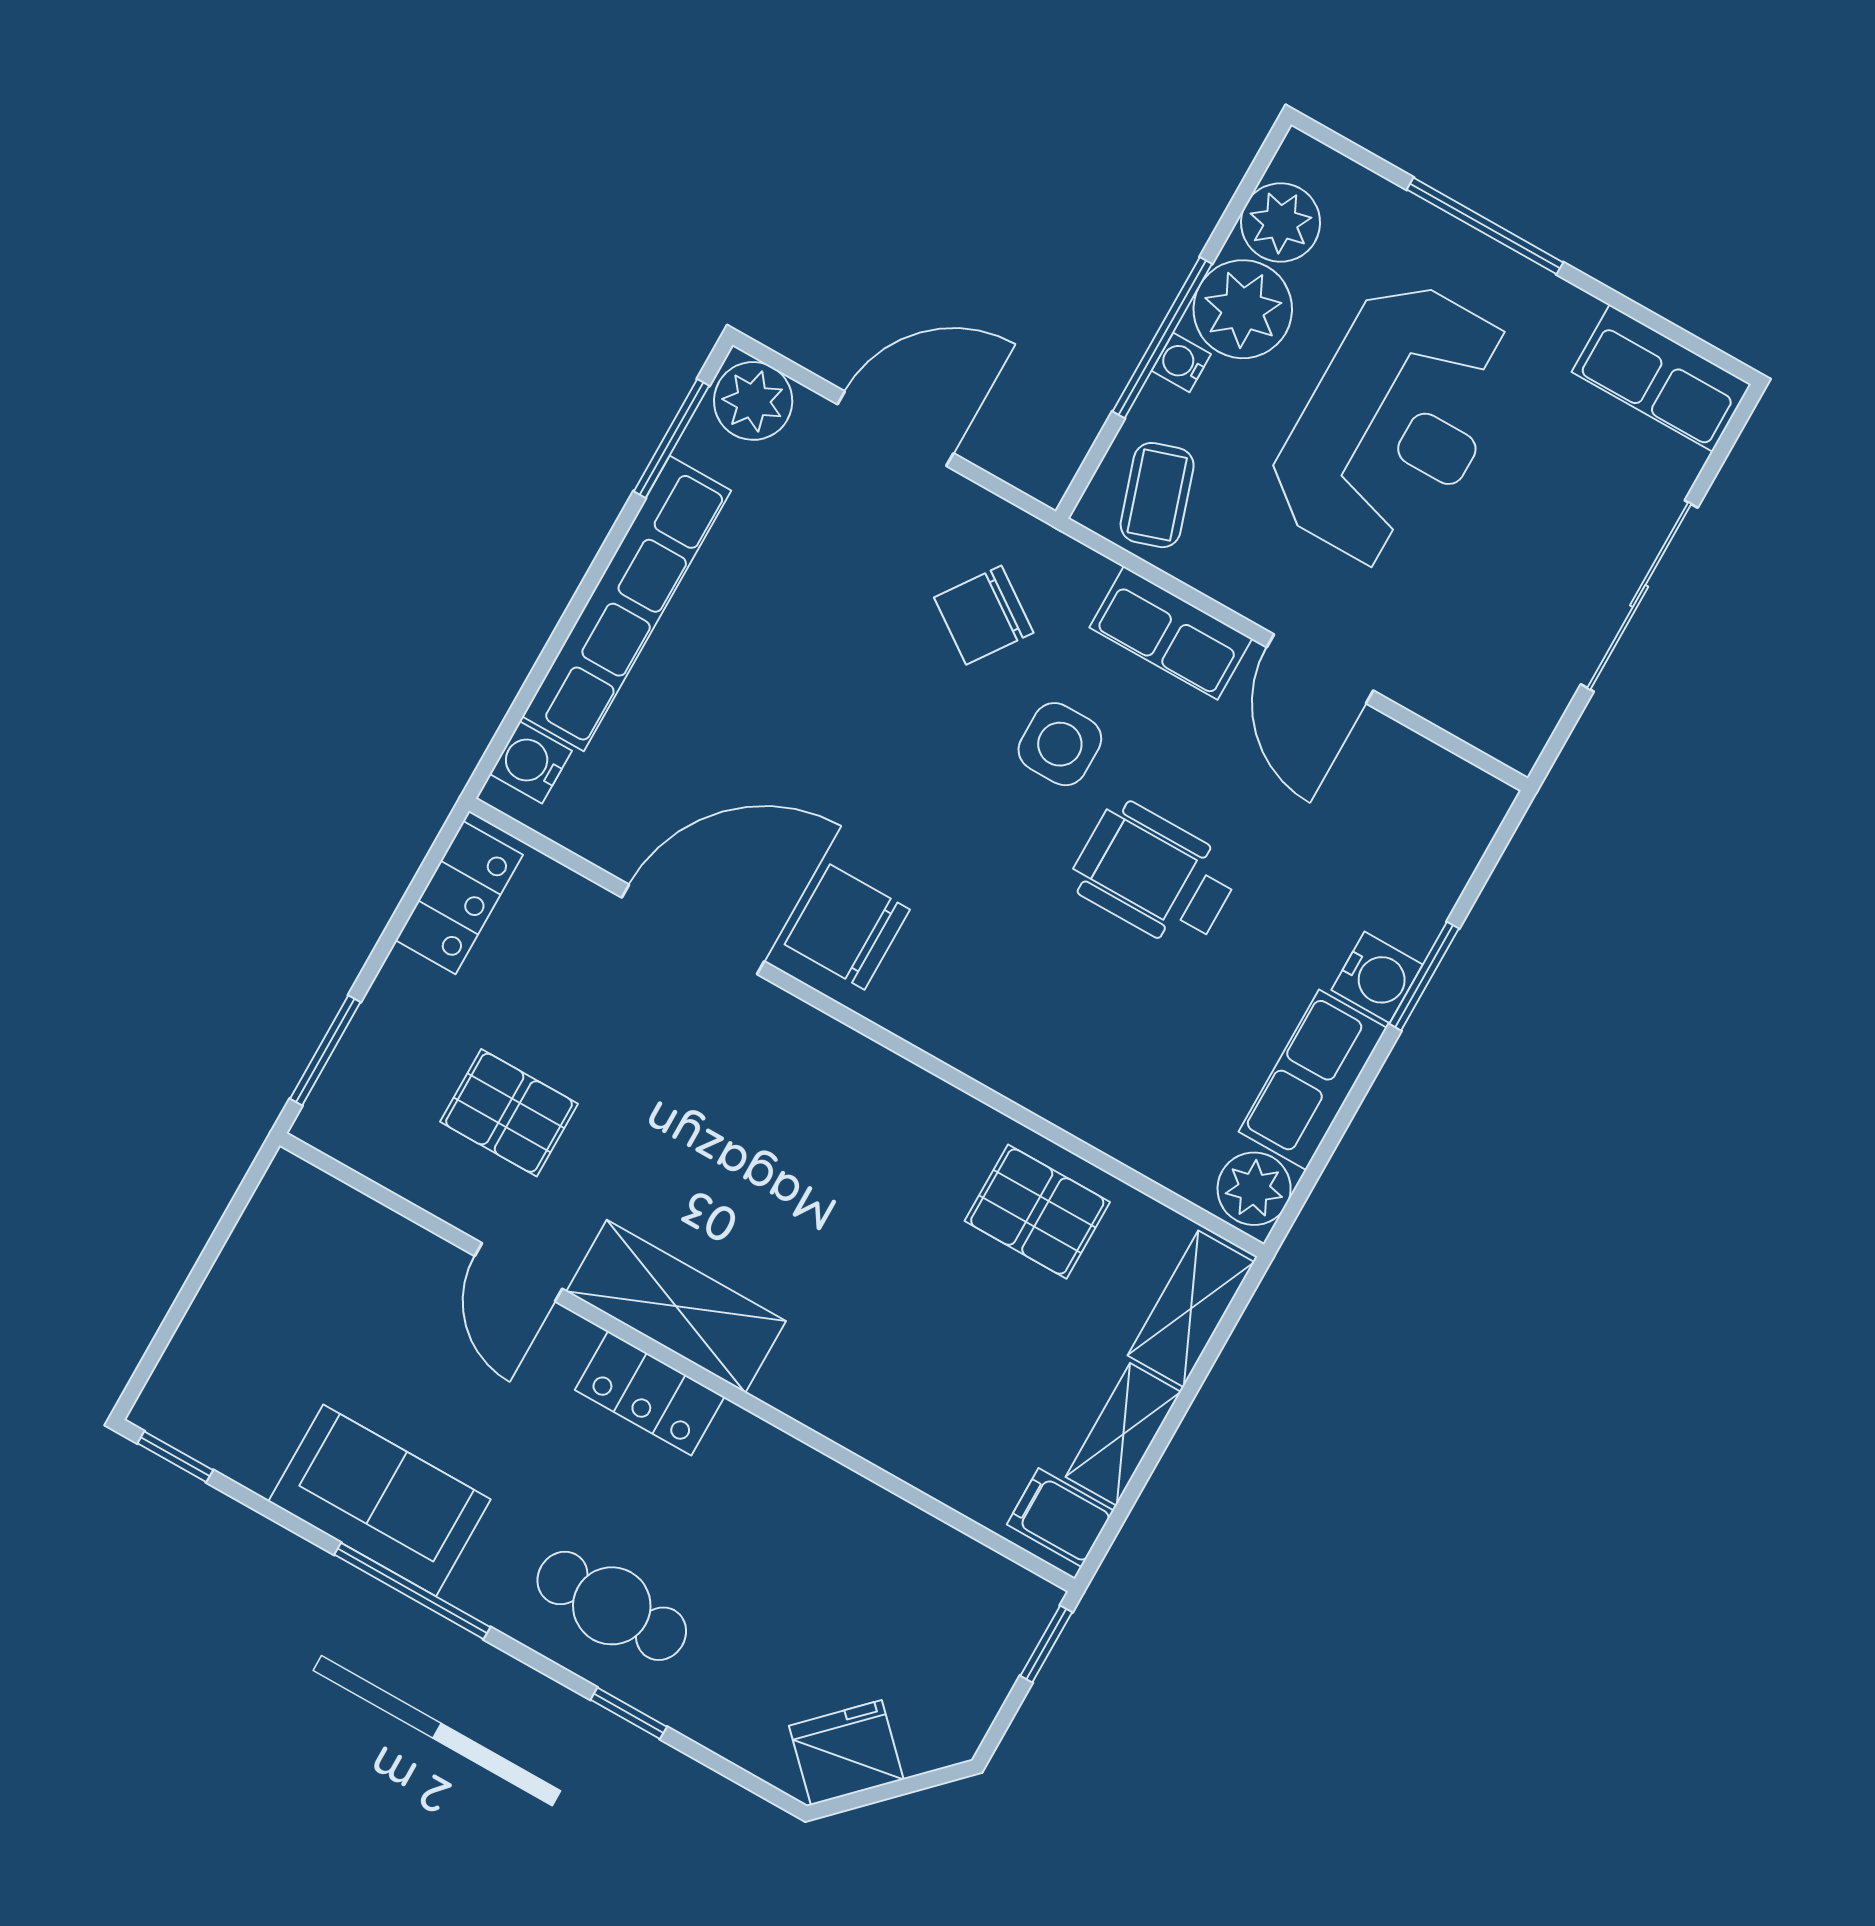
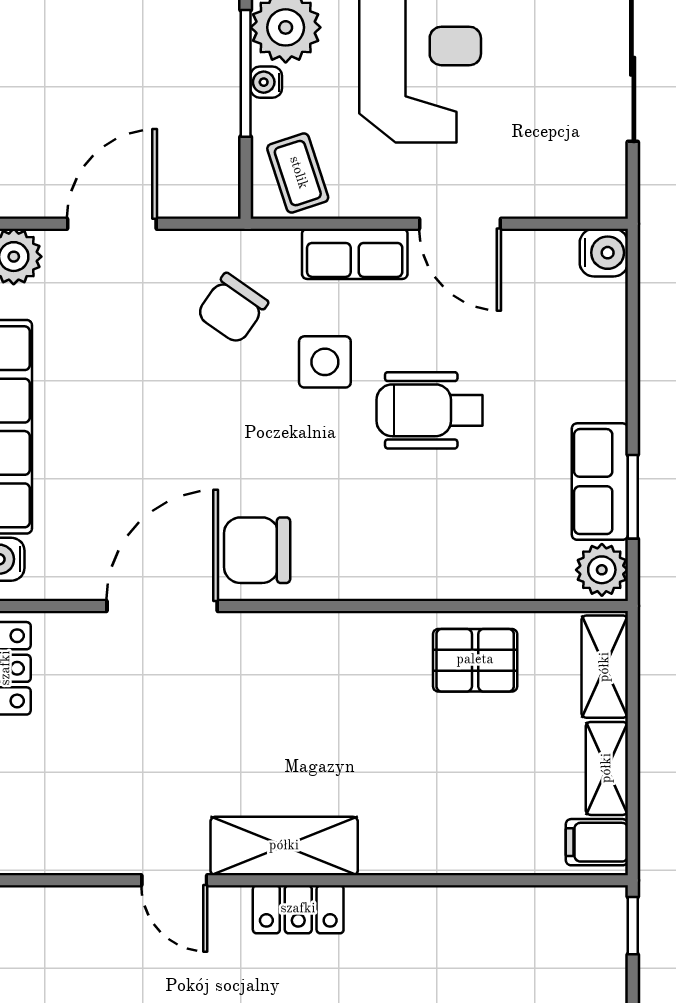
window: (1424, 976) -> (633, 497), moved
water cooler: (1377, 977) -> (604, 253), moved
pallet: (509, 1113) -> (112, 784), removed

